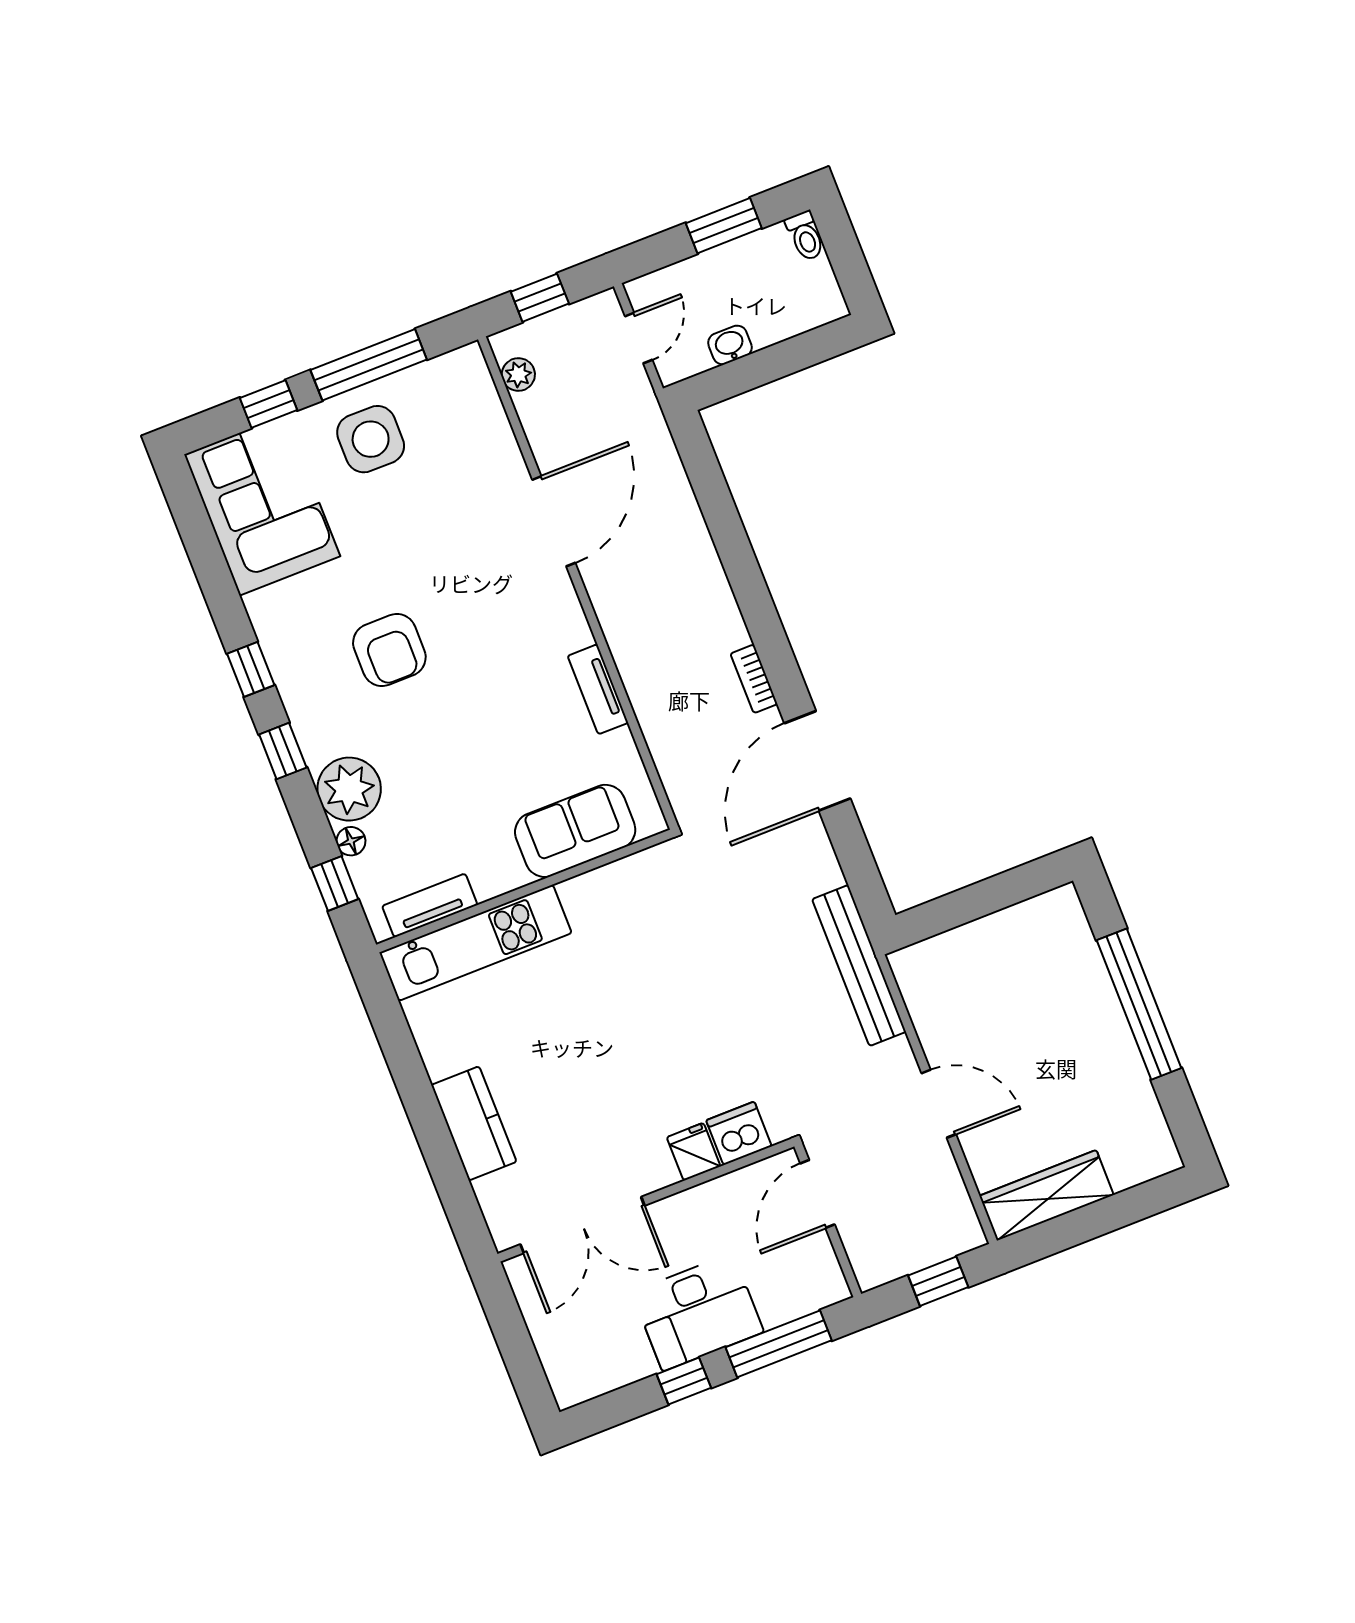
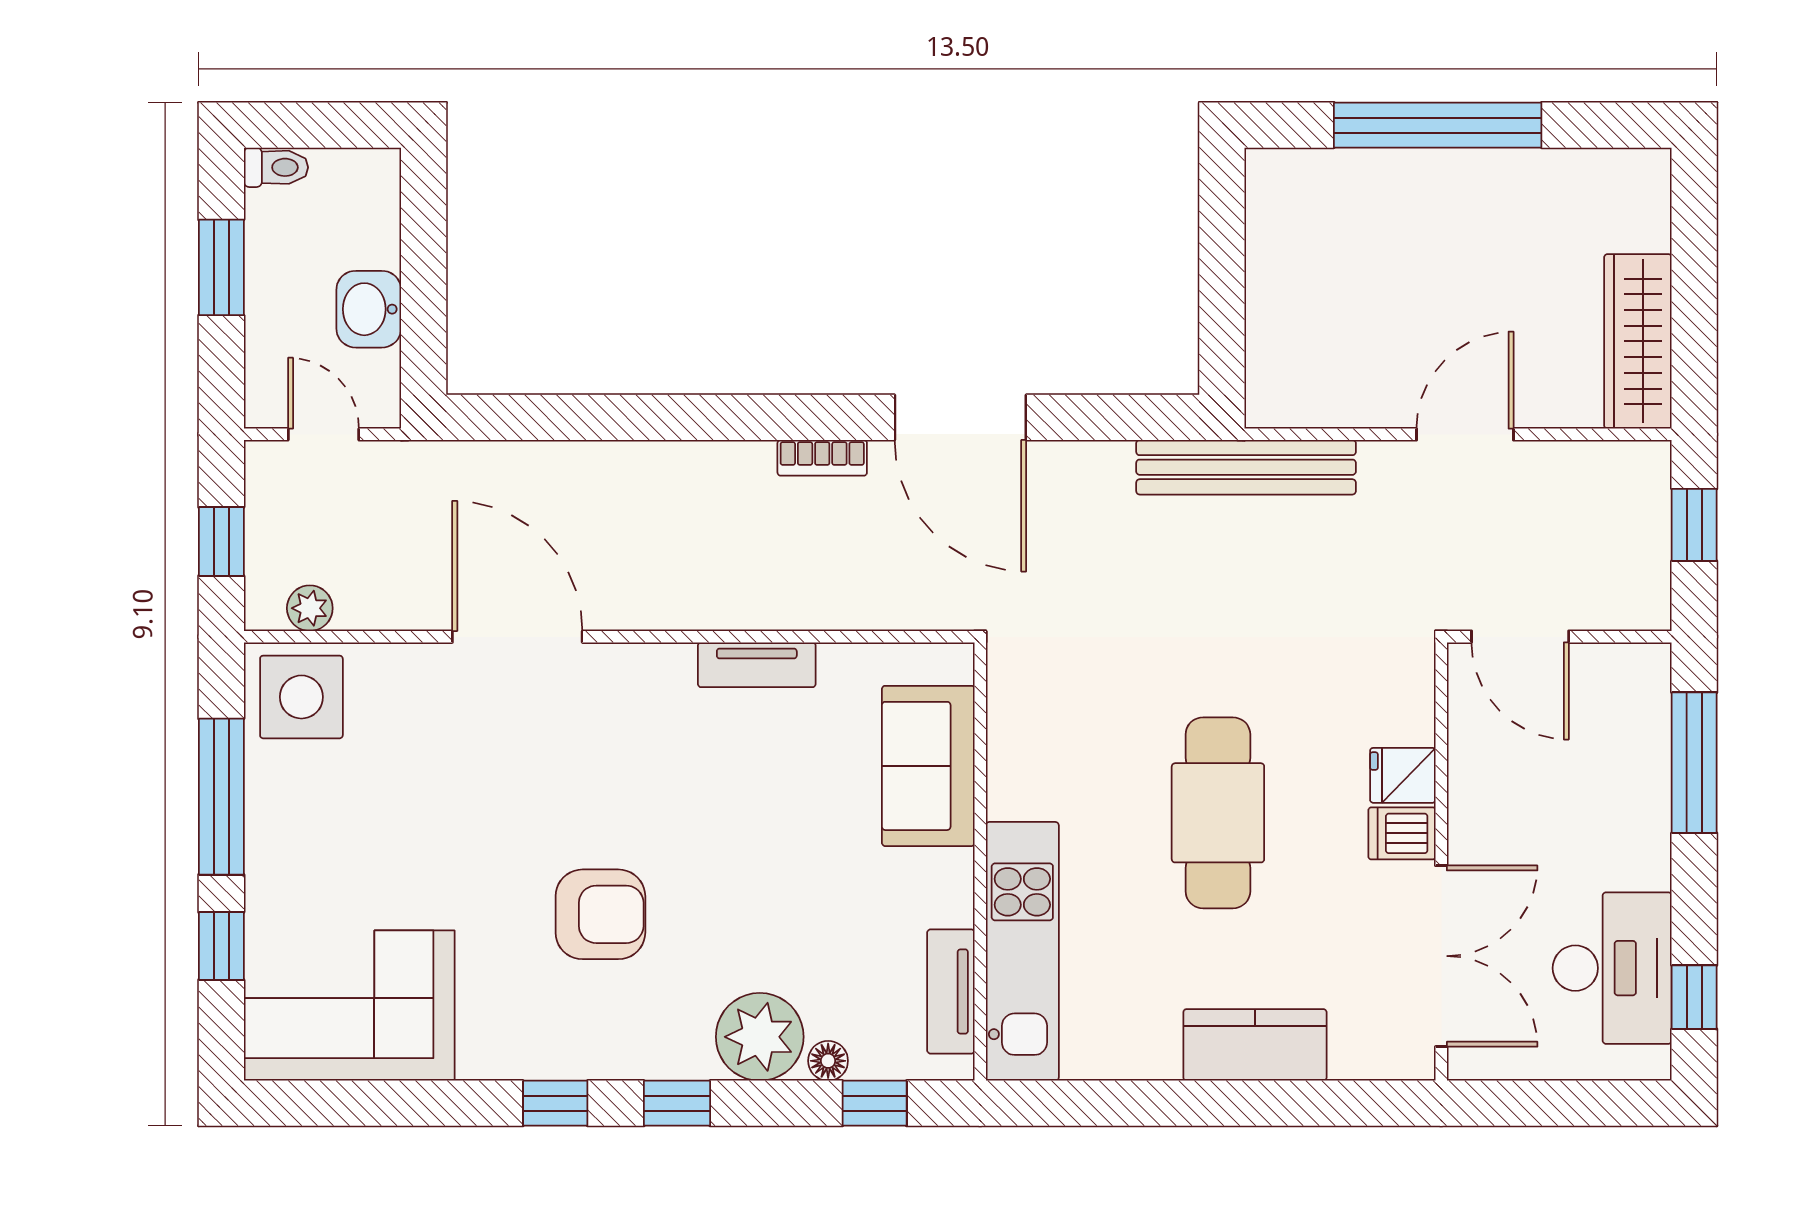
washbasin: (730, 345) -> (369, 309), width x1.38, depth x1.45
side table: (371, 439) -> (301, 697), moved
cafe table: (620, 1038) -> (1218, 813), added
dishwasher: (739, 1133) -> (1402, 833), moved, width x0.73
desk: (698, 1312) -> (1612, 968), moved
window: (684, 1381) -> (1694, 997), moved

